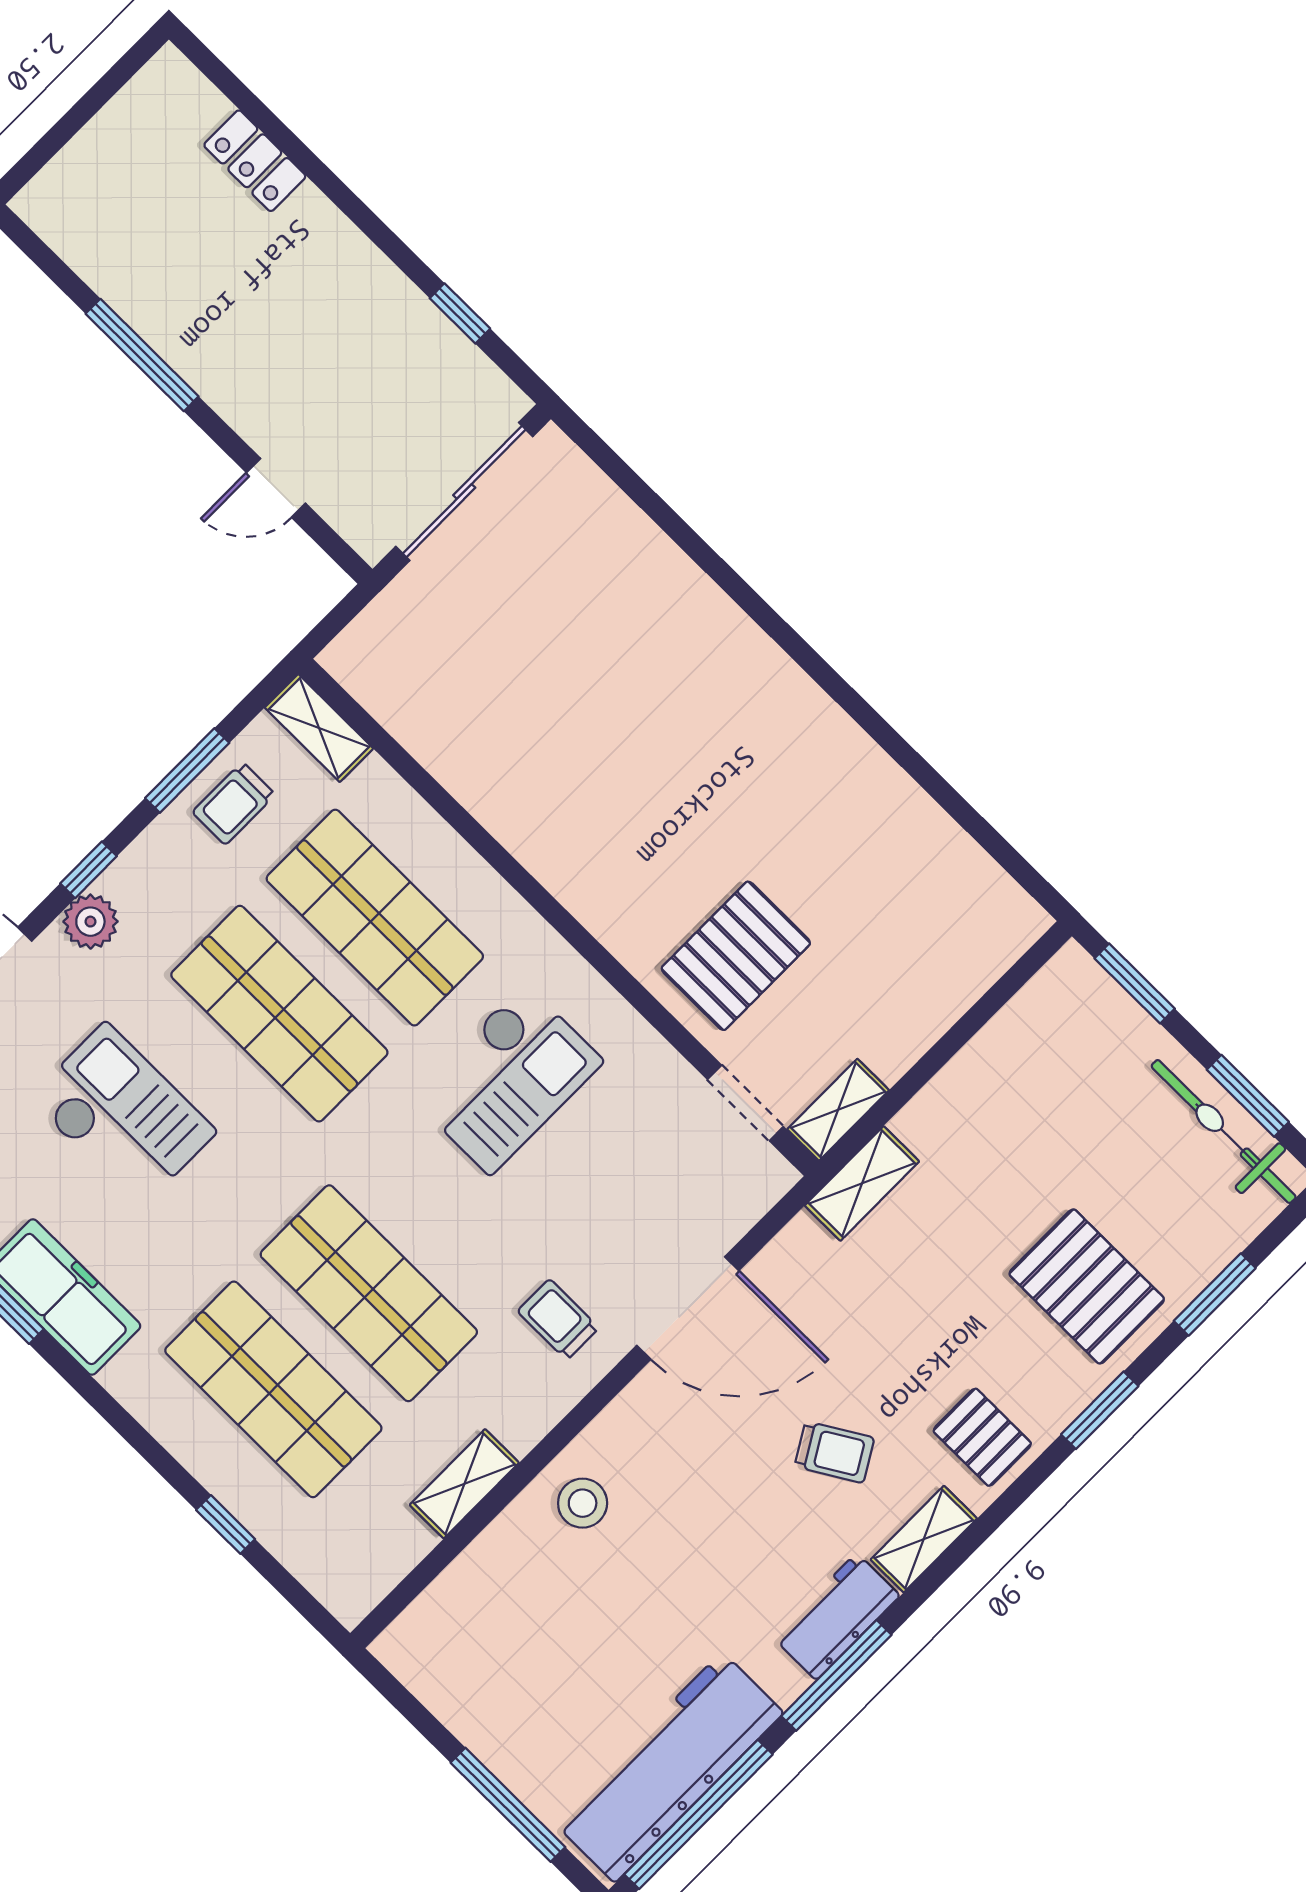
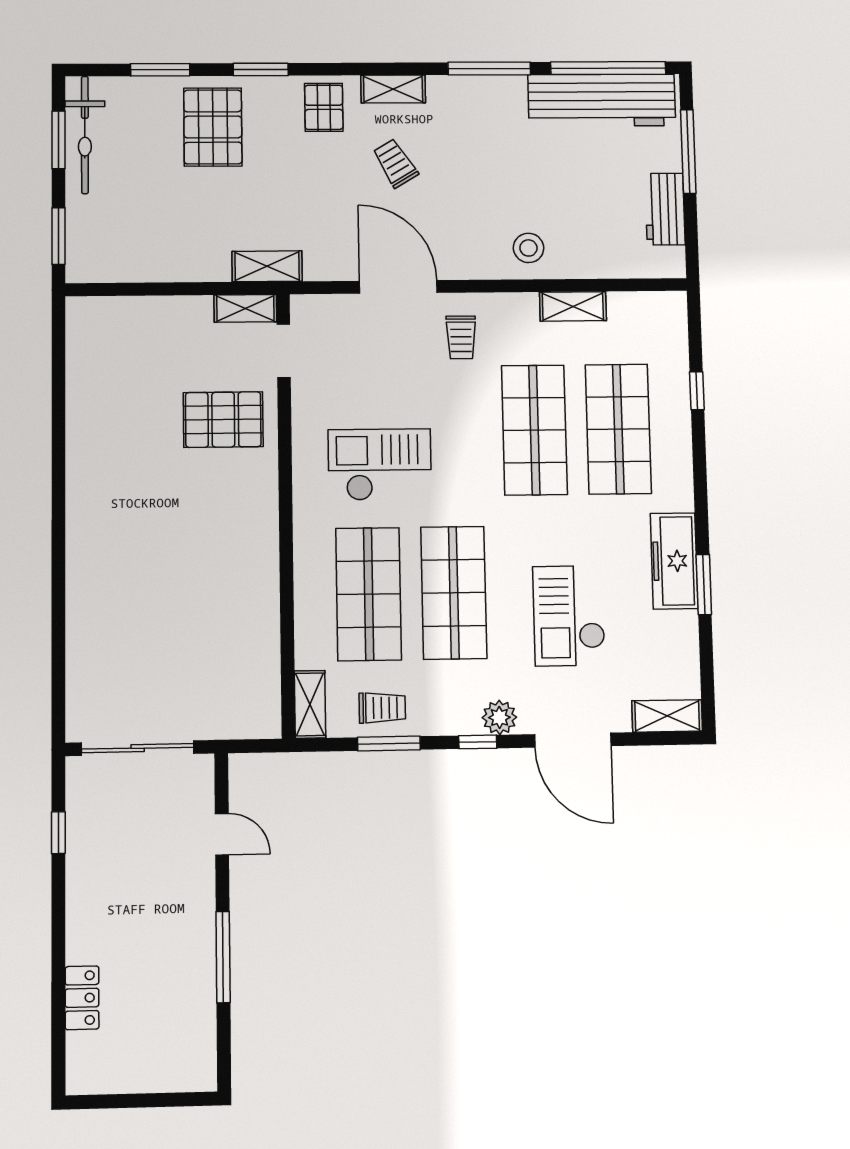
workbench: (836, 1616) -> (665, 209), moved, turned 90

